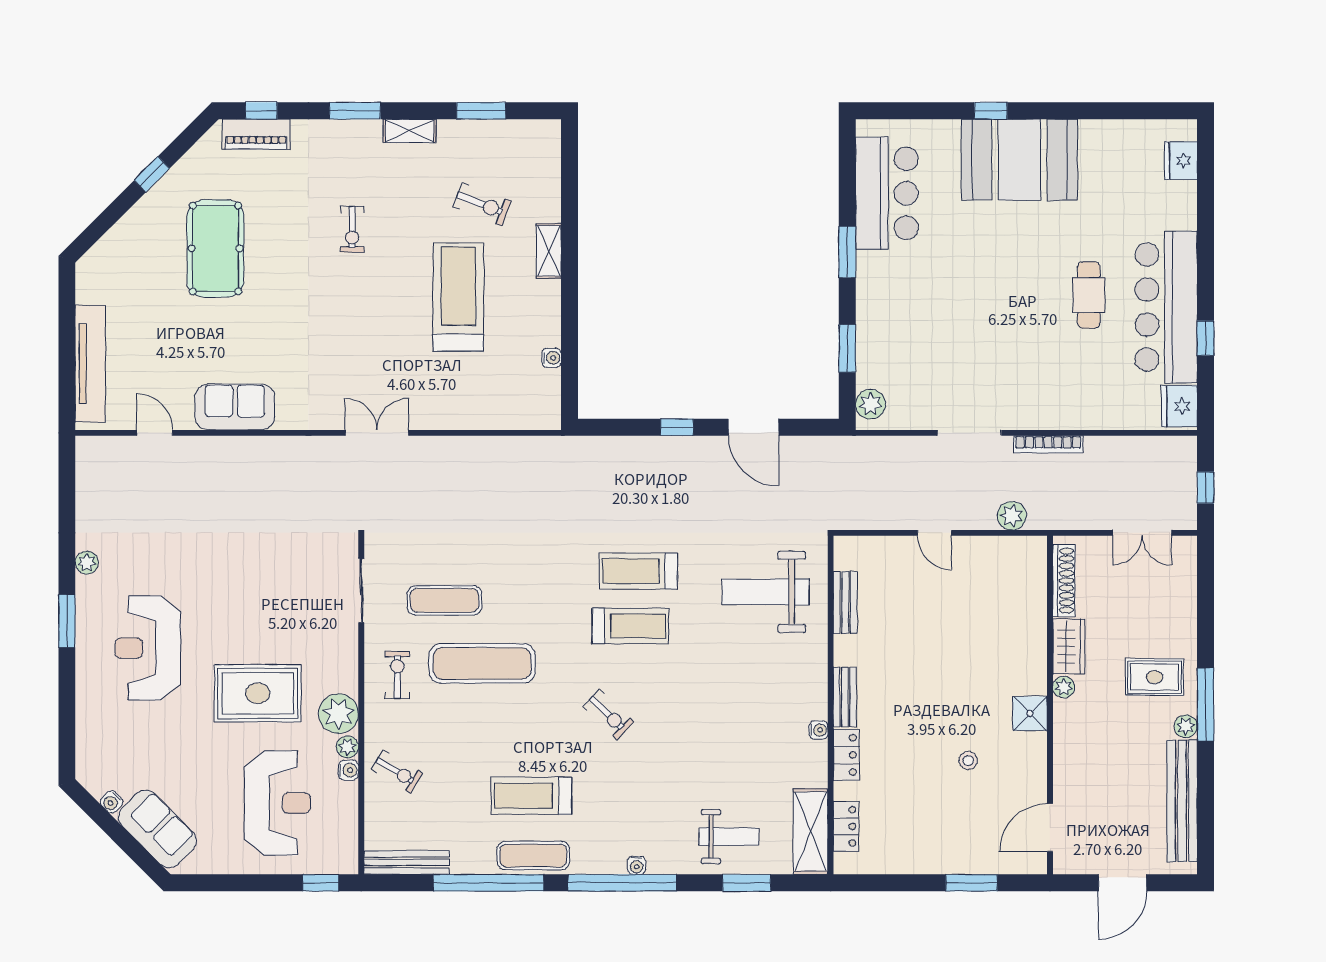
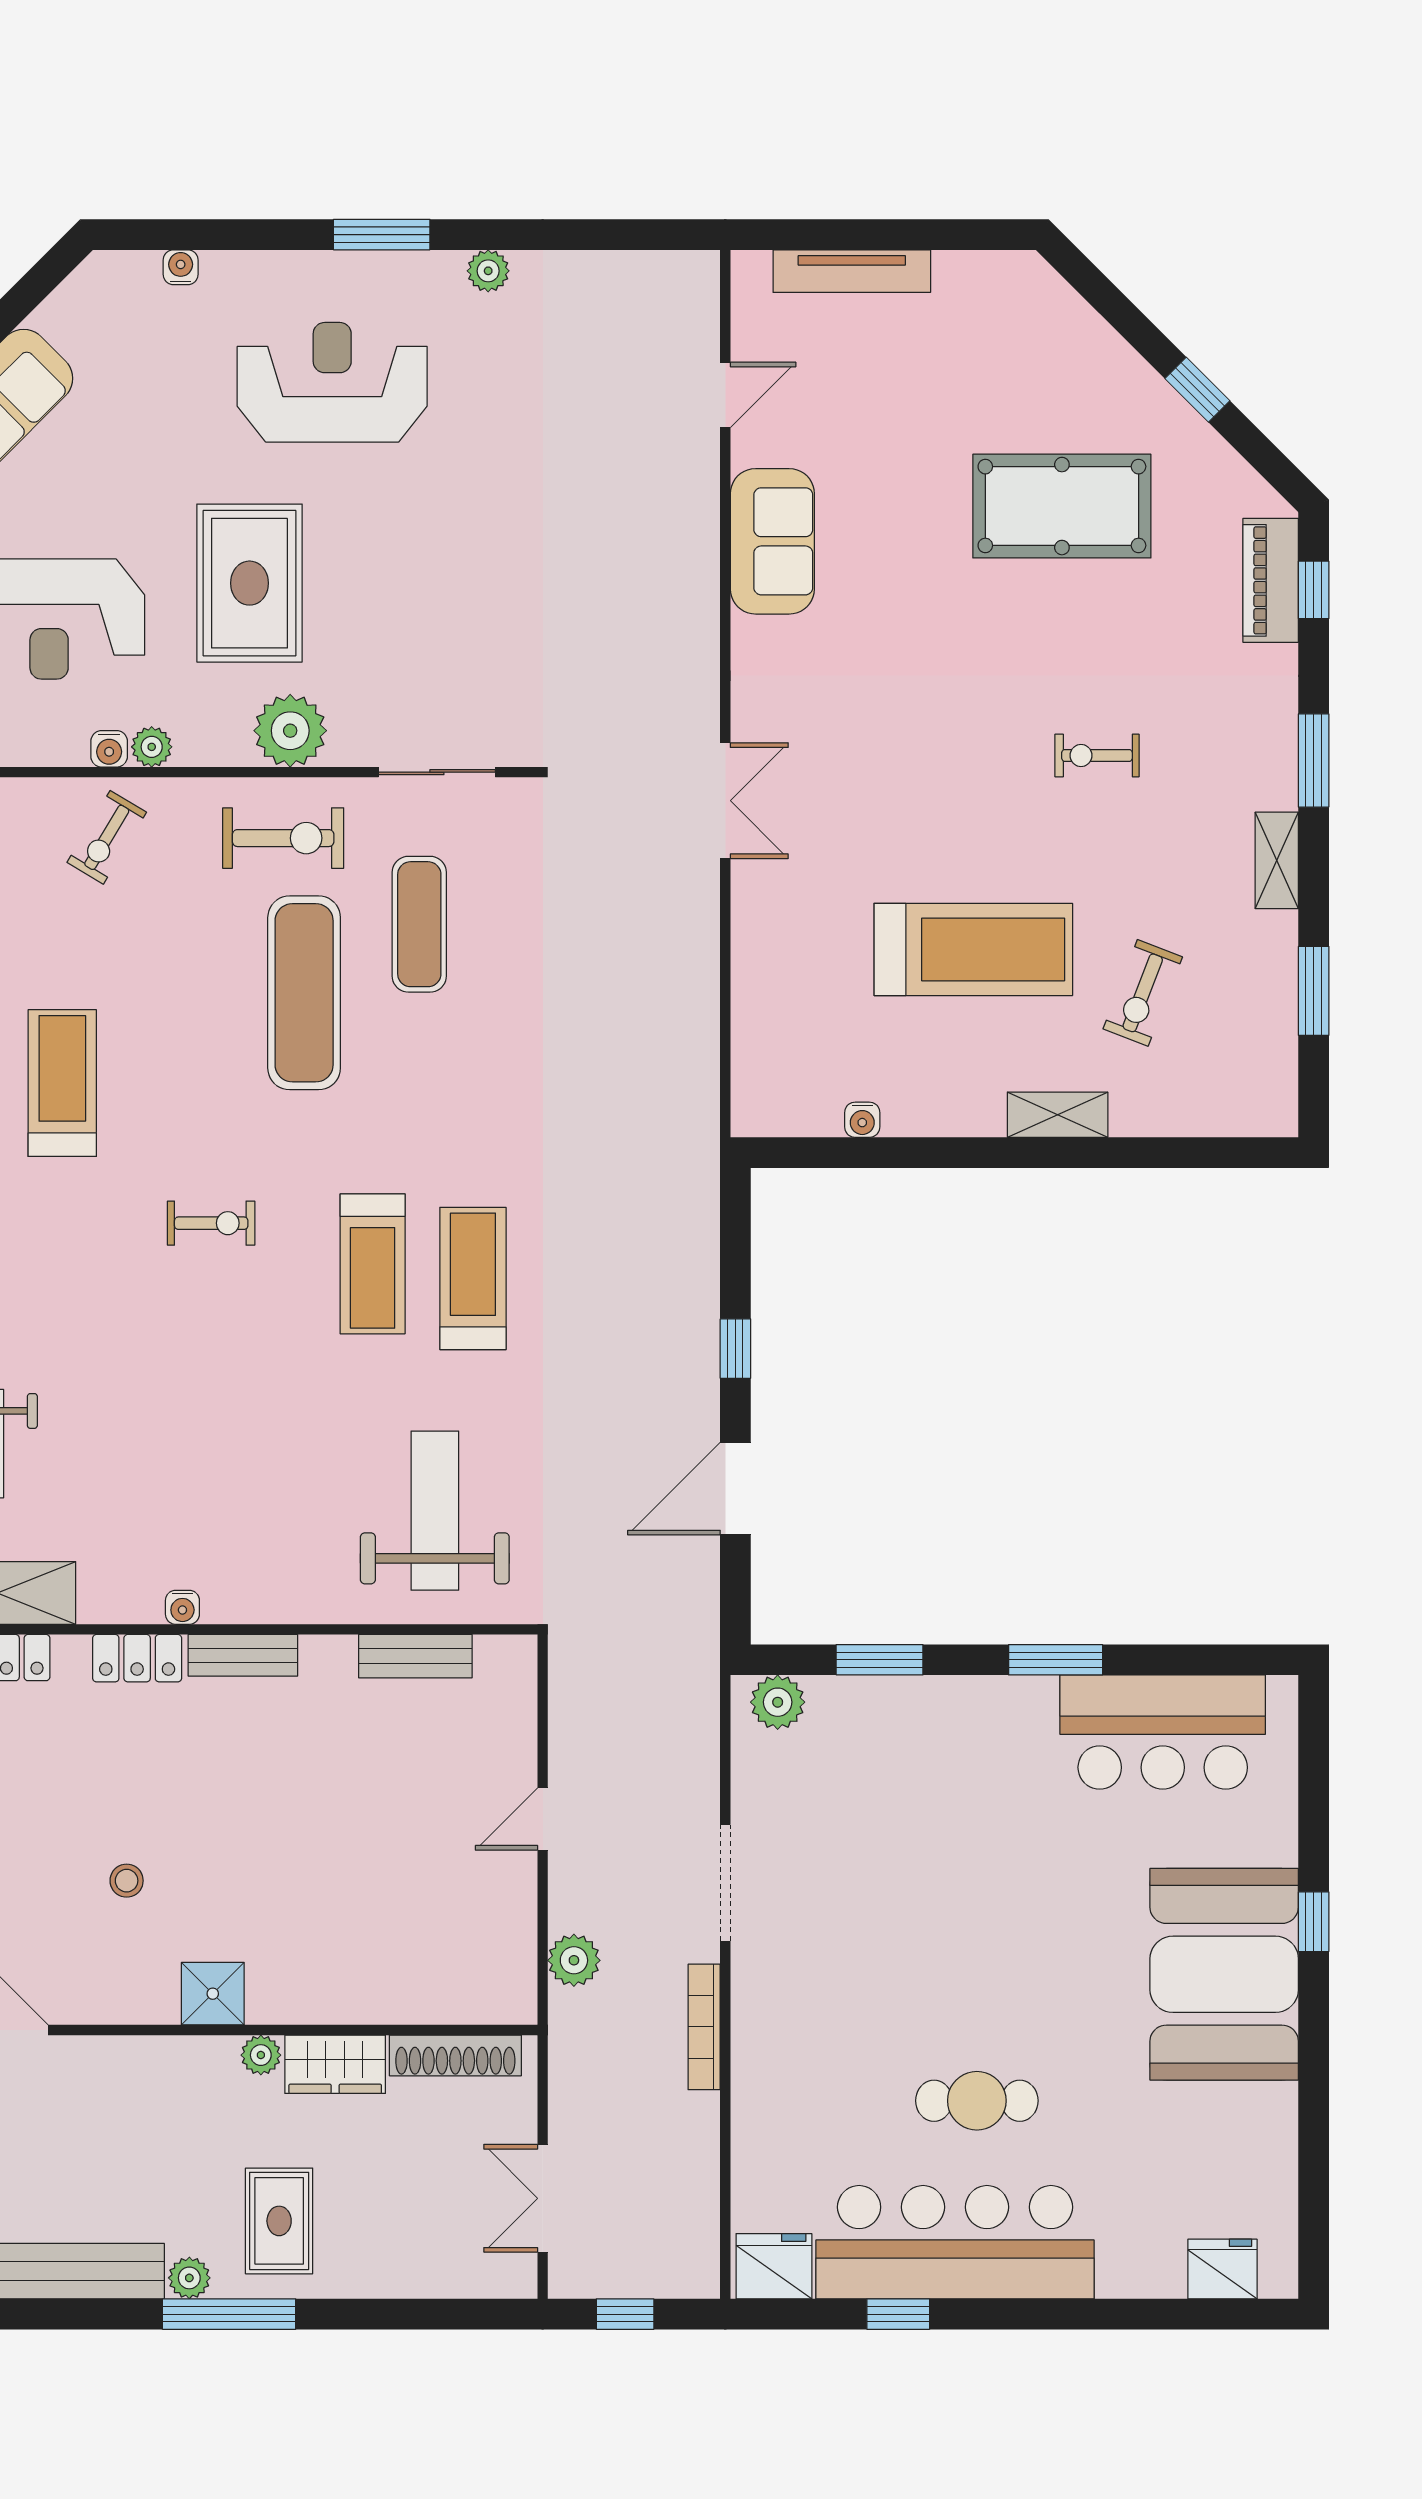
tv unit: (90, 364) -> (852, 271), width x0.73, depth x0.78
exercise bike: (397, 675) -> (283, 838), width x1.38, depth x1.39
plant: (339, 714) -> (290, 731), moved
exercise bike: (608, 714) -> (211, 1223), turned -134
water cooler: (112, 802) -> (181, 267), moved, turned 45

